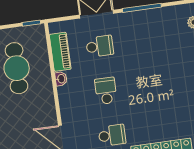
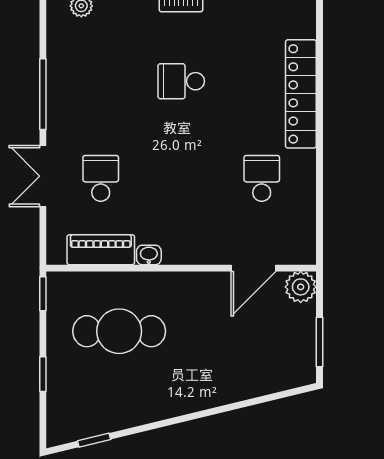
school desk: (106, 91) -> (181, 81), moved

